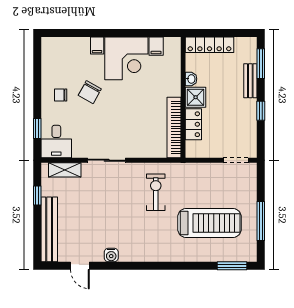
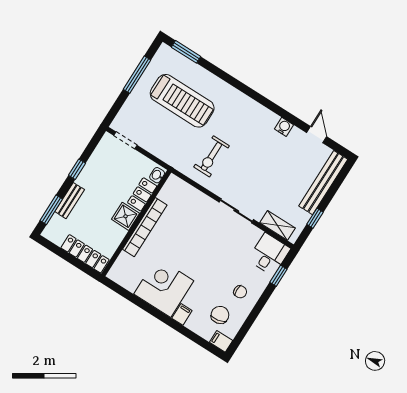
filing cabinet: (156, 46) -> (221, 341), moved, turned -90
washbasin: (191, 79) -> (157, 175), moved
chair: (90, 92) -> (220, 315), moved, turned -40
bookcase: (174, 128) -> (145, 227), moved
treadmill: (209, 223) -> (182, 101), turned 180

